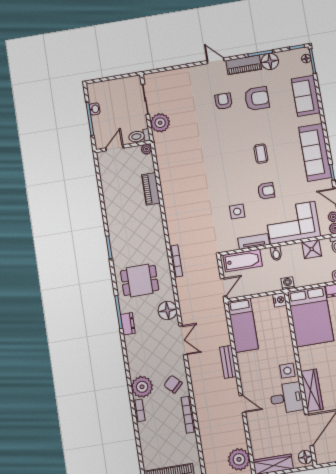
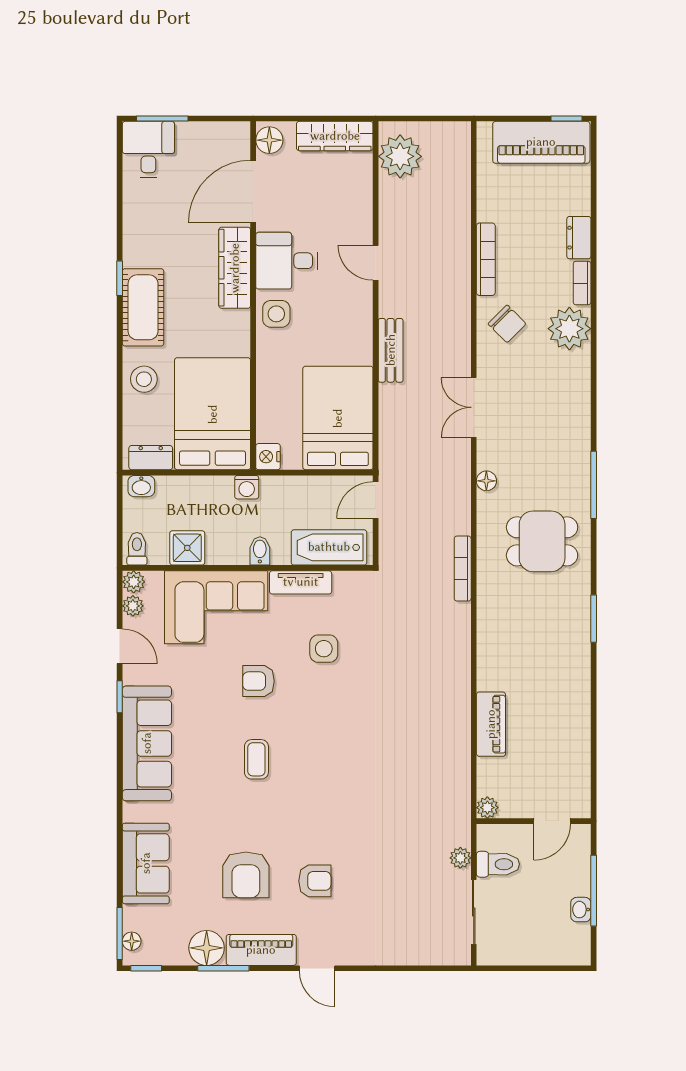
armchair: (257, 99) -> (246, 875), turned -90
armchair: (223, 101) -> (315, 881), turned -90
plant: (160, 123) -> (460, 858), width x0.53, depth x0.53
toilet: (139, 136) -> (498, 864), moved
floor lamp: (167, 310) -> (486, 481), width x0.53, depth x0.53
dresser: (128, 324) -> (579, 238), moved
bed: (243, 325) -> (338, 418), width x1.50

